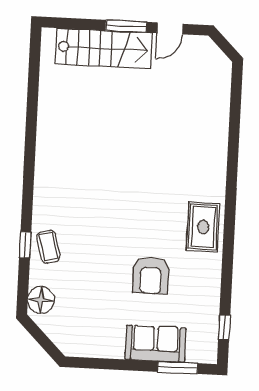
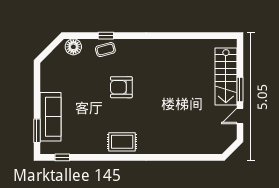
door: (170, 28) -> (240, 116), hinge flipped
armchair: (151, 275) -> (121, 87), moved
sofa: (156, 344) -> (51, 117), width x1.36

